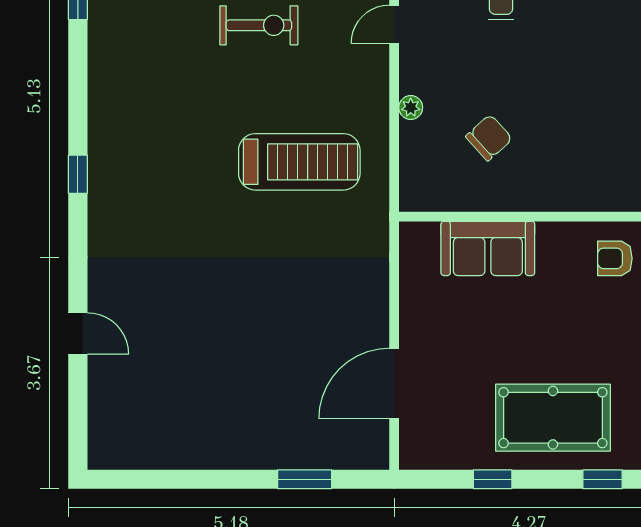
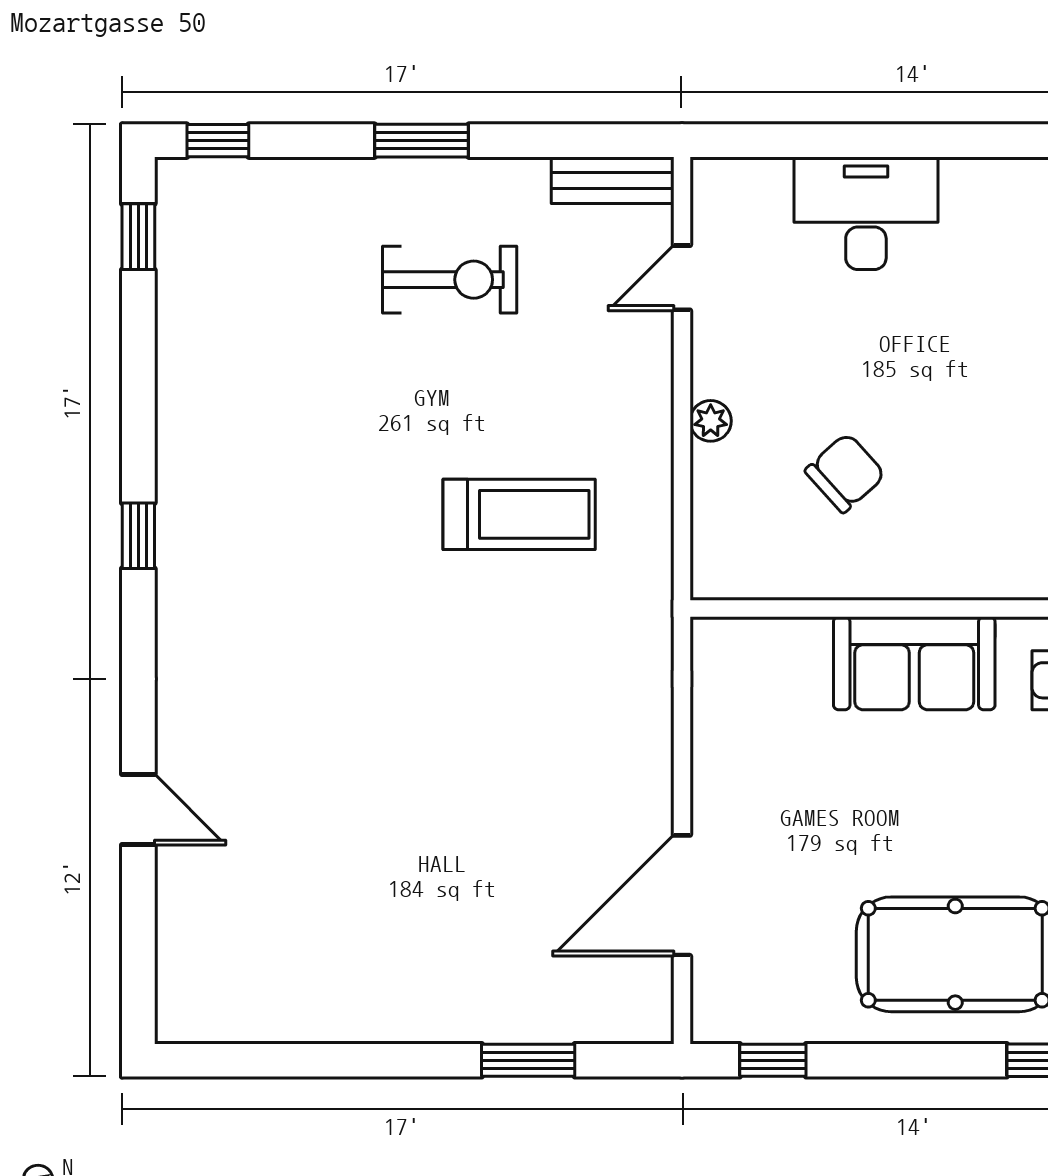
treadmill: (299, 162) -> (519, 514), width x0.73, depth x0.73
sofa: (488, 248) -> (914, 663), moved
window: (493, 479) -> (773, 1060), moved

